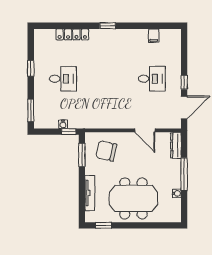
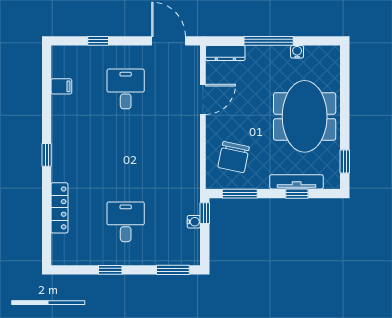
window: (184, 82) -> (98, 41), moved
window: (82, 193) -> (297, 194), added

